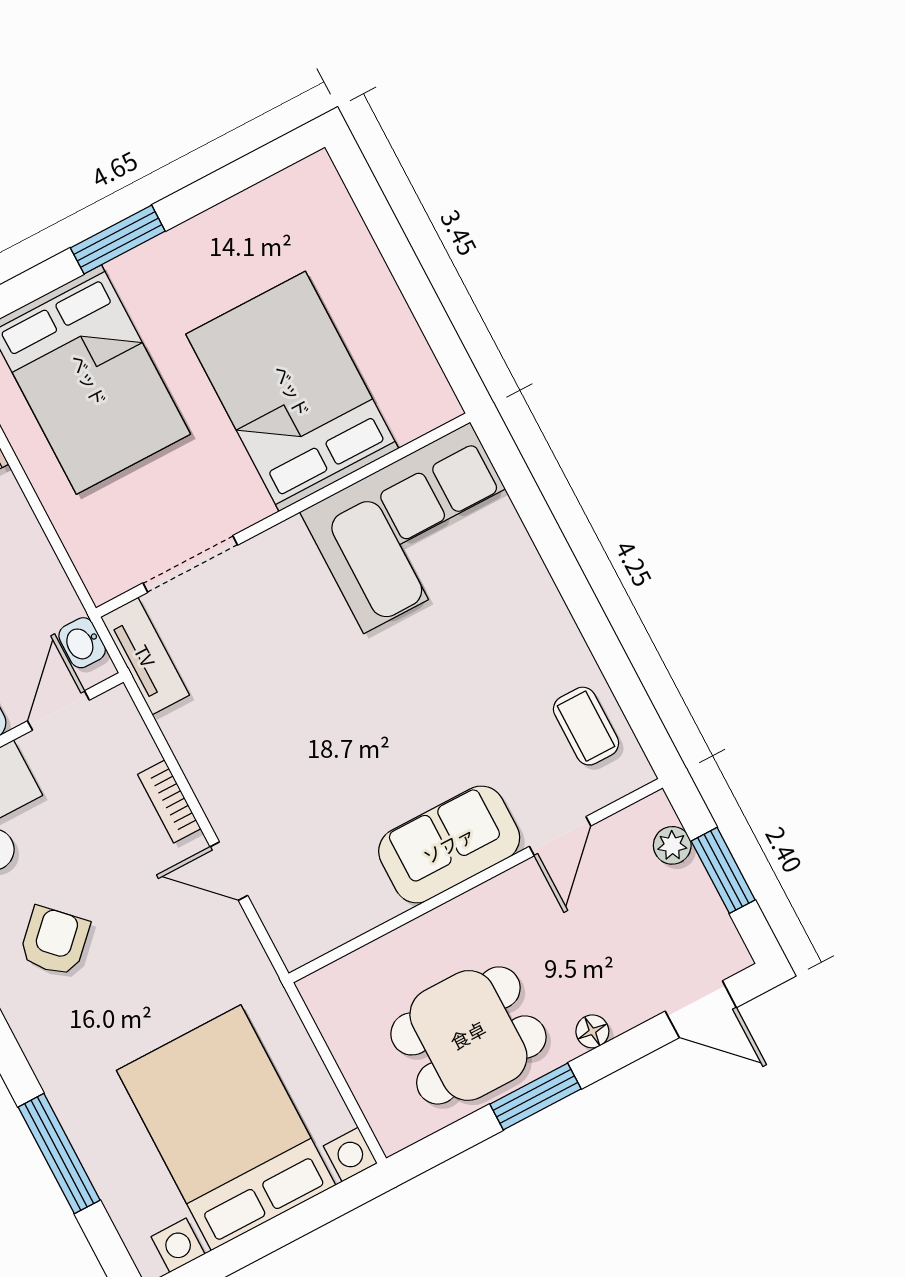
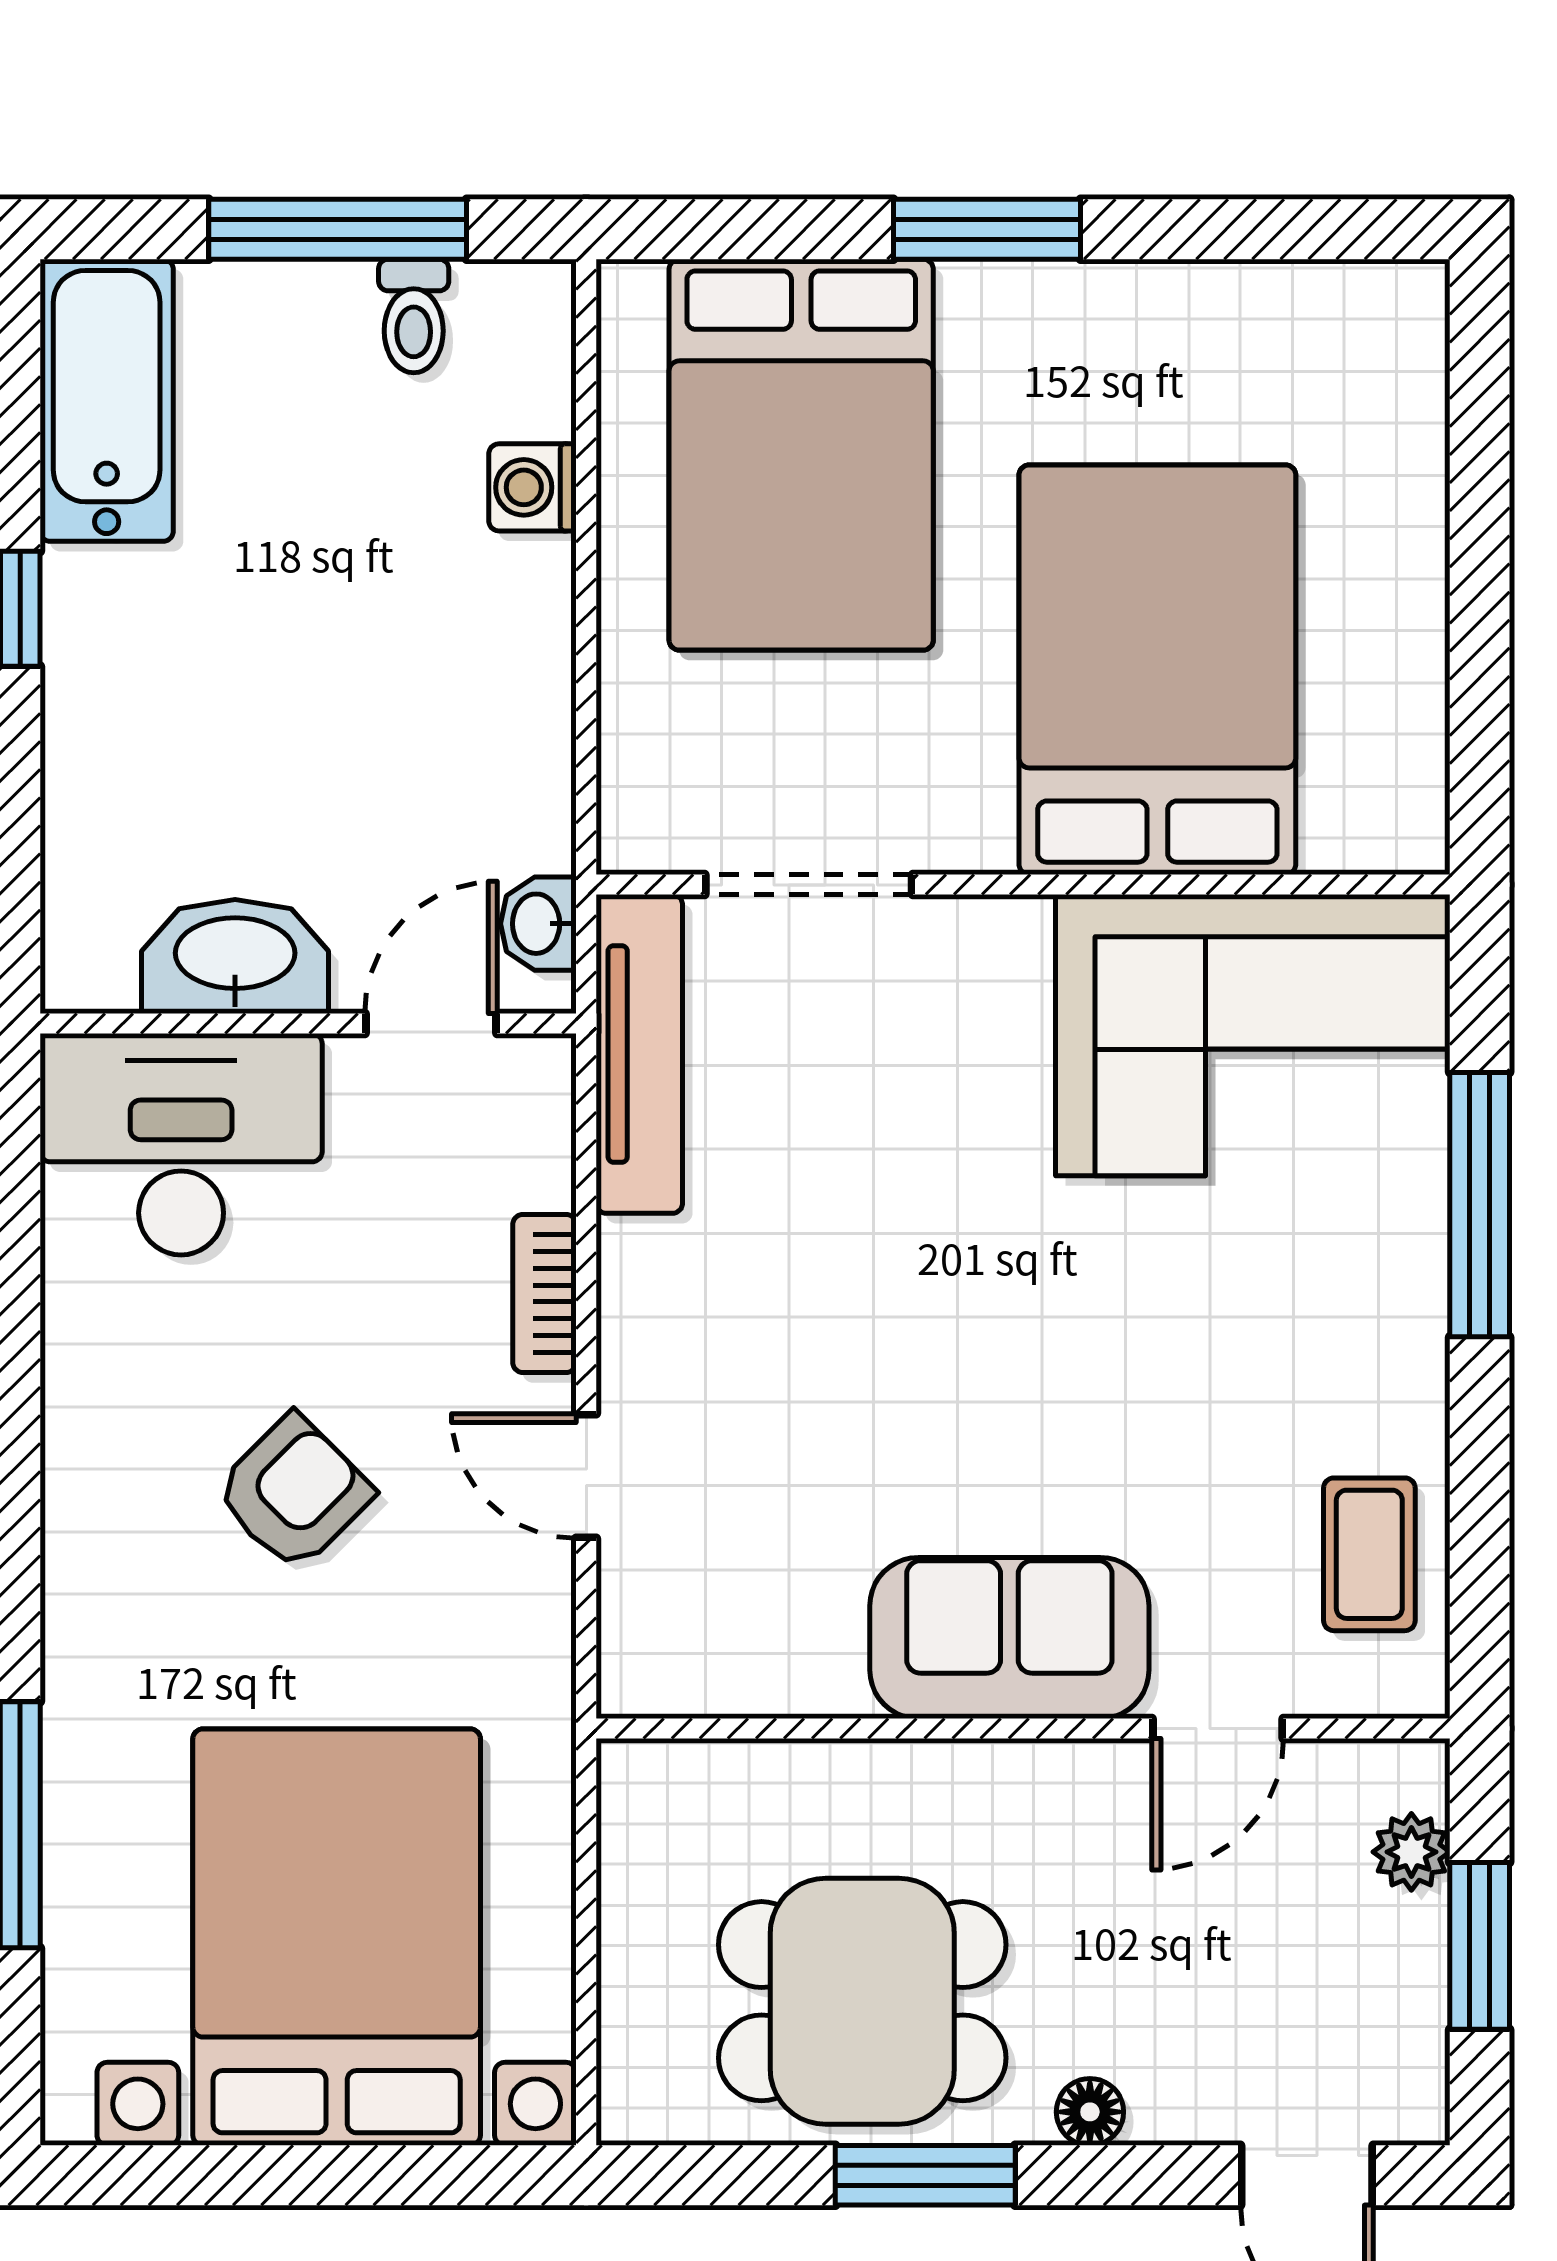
window: (554, 549) -> (1480, 1205), added
tv unit: (145, 656) -> (639, 1054), width x1.41
armchair: (54, 941) -> (294, 1493), moved

